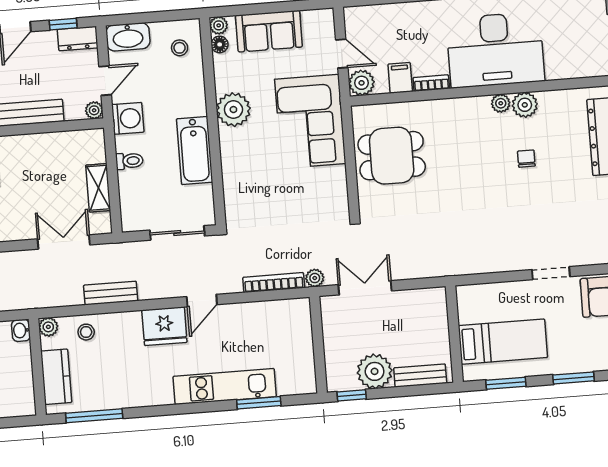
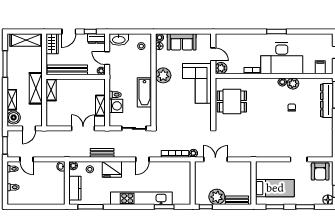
filing cabinet: (400, 78) -> (320, 67), moved
door: (105, 81) -> (107, 58), swing flipped
washing machine: (128, 118) -> (116, 106), moved
fridge: (164, 326) -> (112, 169), moved
kitchen unit: (225, 386) -> (141, 198), width x1.36

